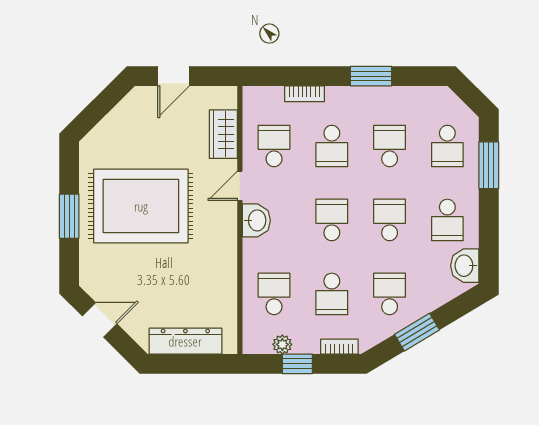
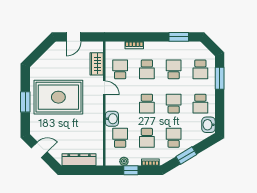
window: (371, 76) -> (179, 37), moved
door: (240, 186) -> (104, 88), swing flipped
washbasin: (256, 220) -> (112, 119), moved
school desk: (332, 220) -> (147, 104), turned 180

